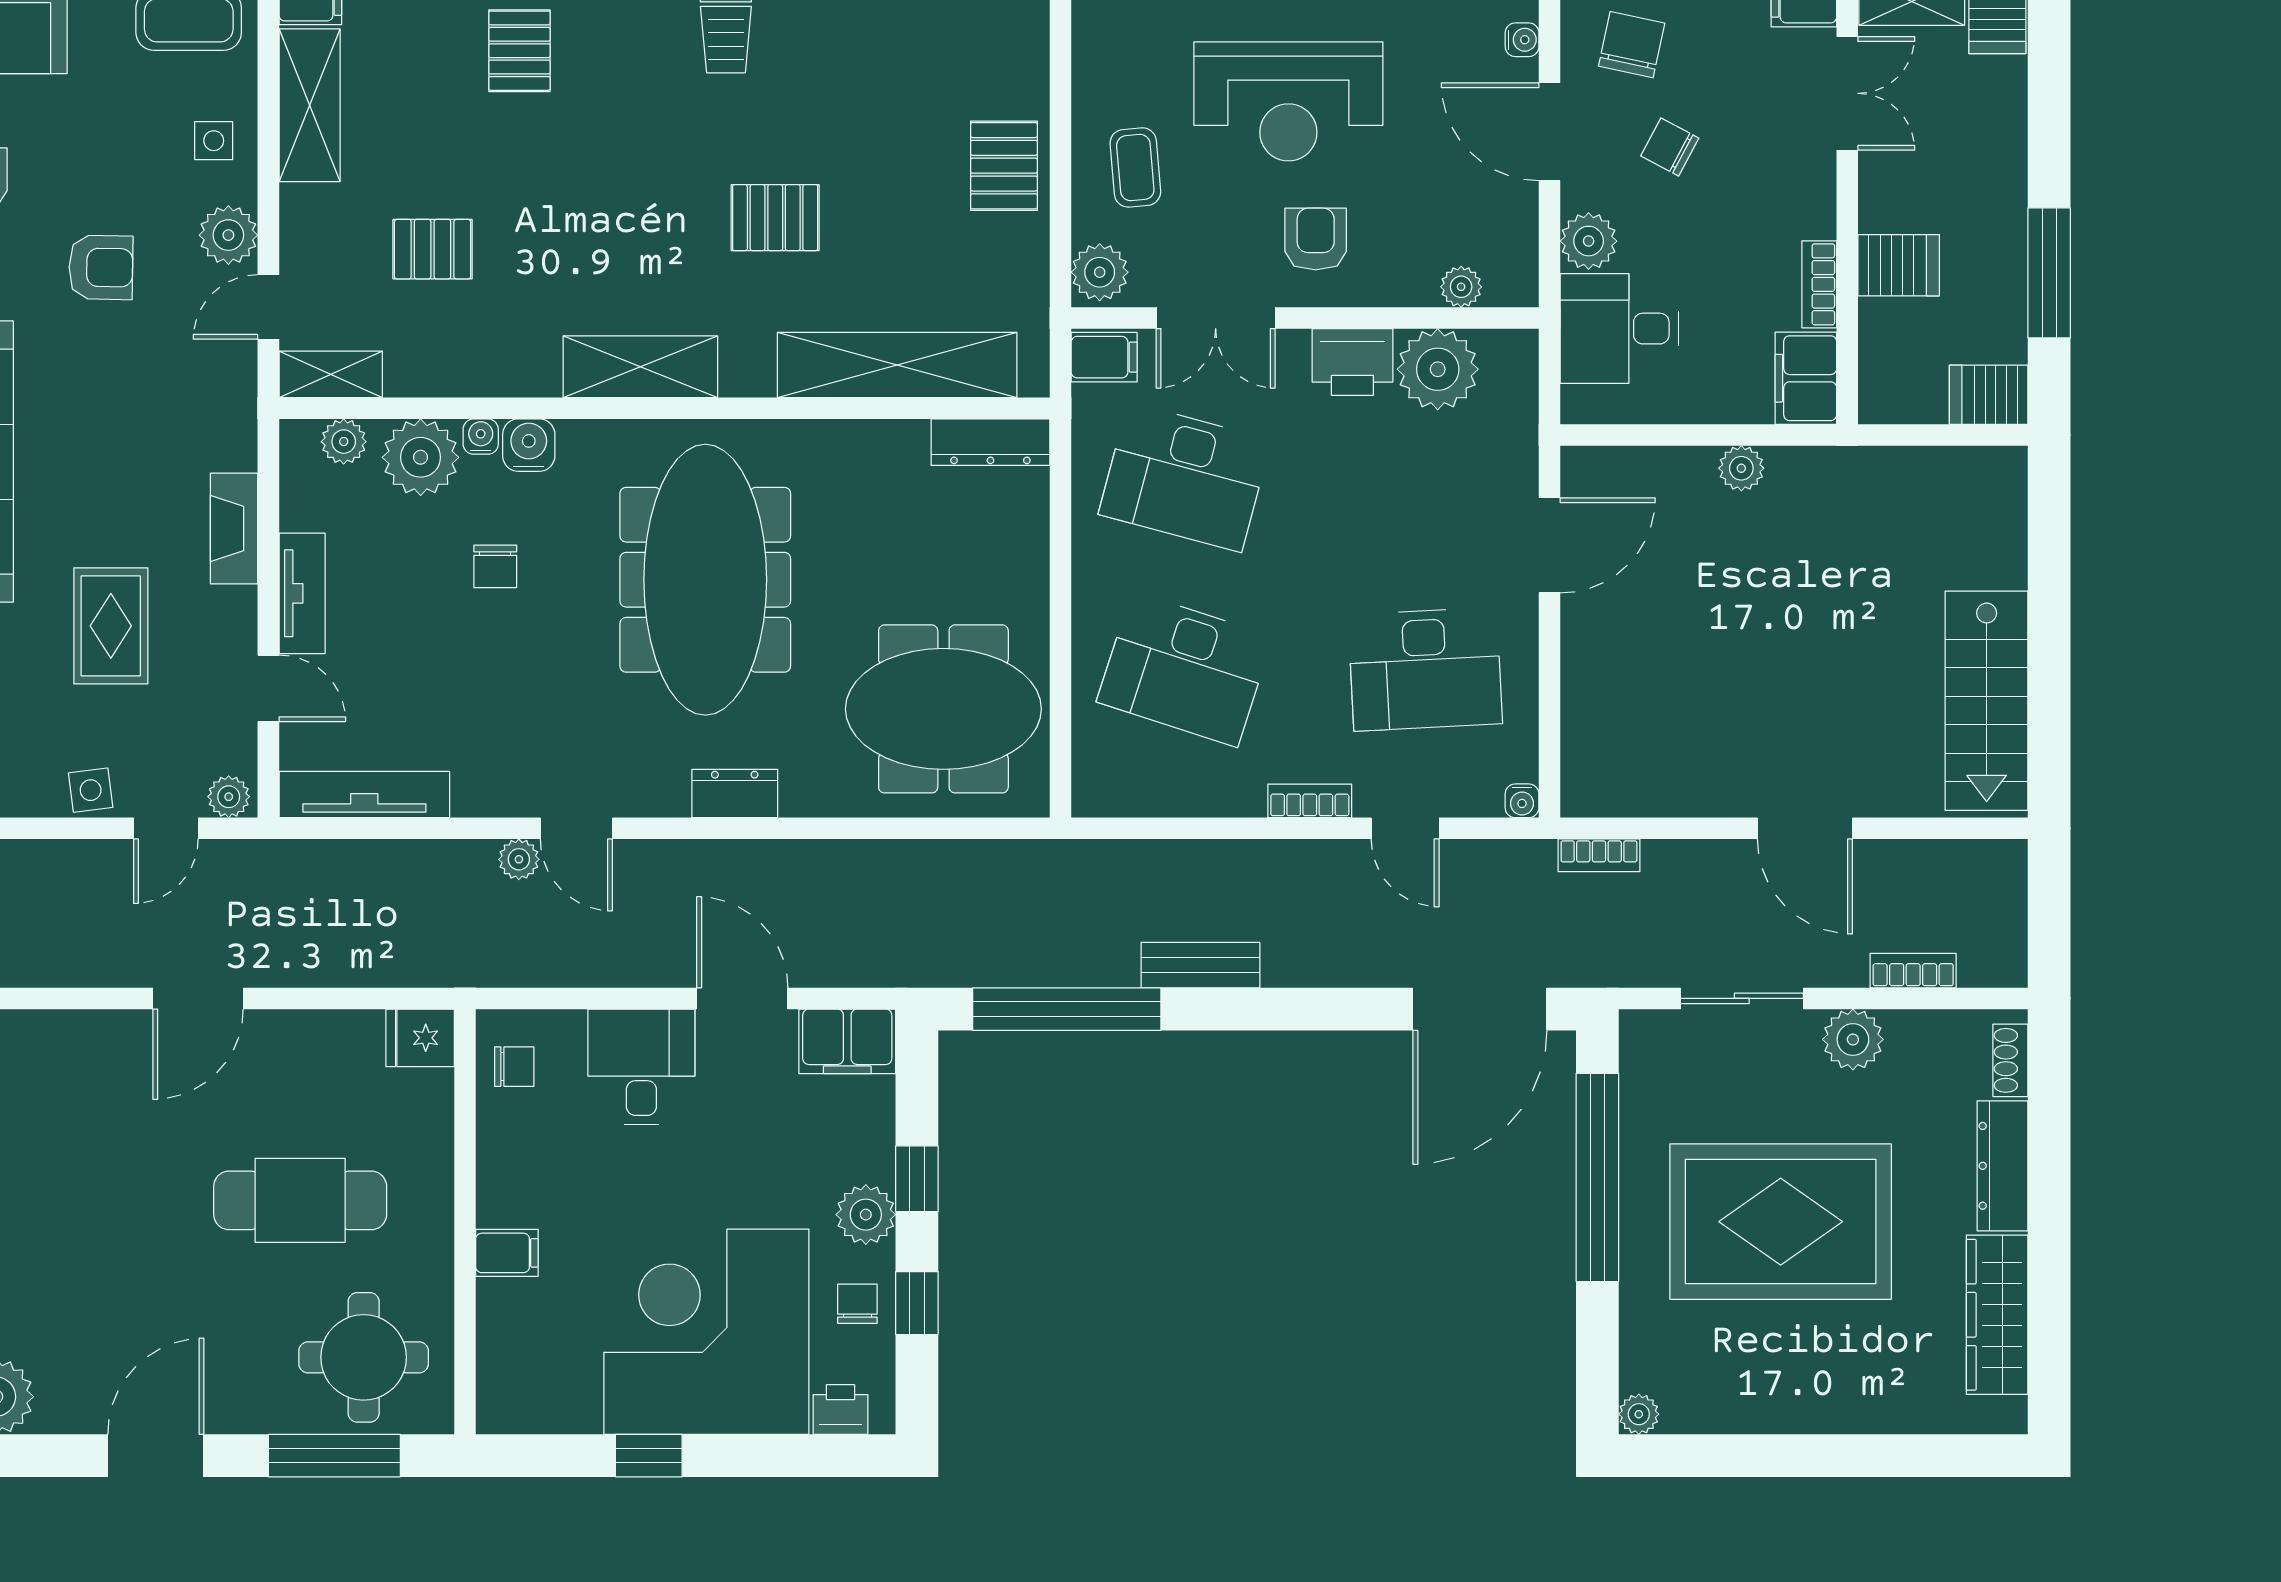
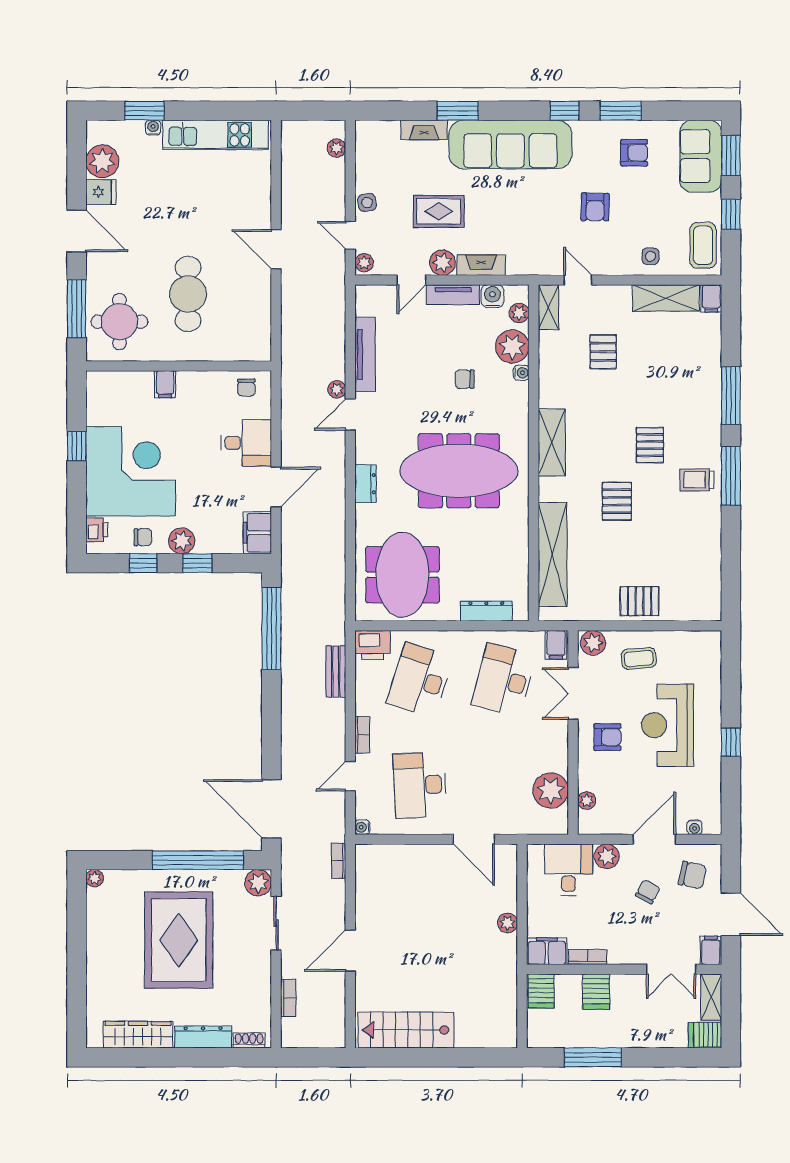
pallet: (519, 51) -> (650, 445), moved, turned 90
plant: (228, 235) -> (442, 263), moved
printer: (1352, 362) -> (373, 645), moved, turned -90
server rack: (1989, 395) -> (541, 991), moved, turned 180
dresser: (990, 442) -> (486, 611), moved, turned 90
water cooler: (529, 445) -> (492, 296), moved, turned -90
tv unit: (364, 795) -> (365, 354), moved
bench: (1200, 965) -> (336, 672), moved
fridge: (420, 1038) -> (101, 192), moved, turned 90
plant: (1853, 1039) -> (258, 883), moved

